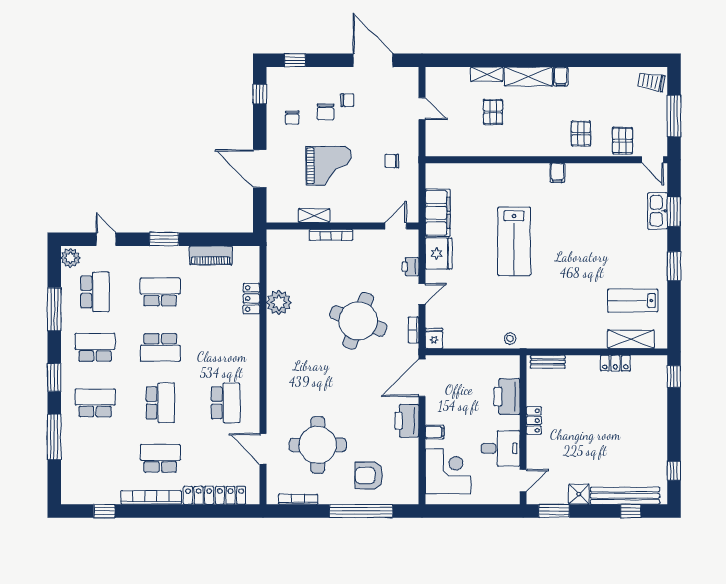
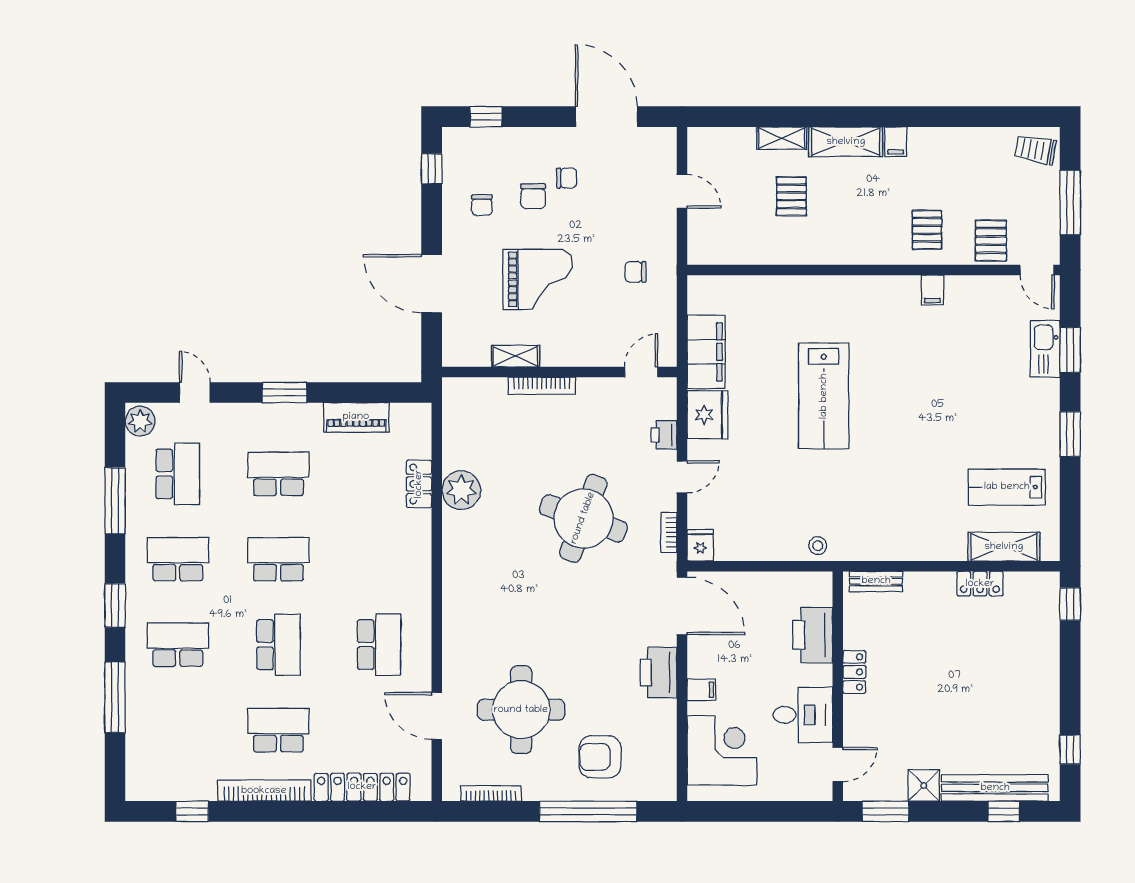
filing cabinet: (557, 173) -> (932, 290), moved
school desk: (160, 347) -> (278, 559), turned 180
door: (422, 378) -> (682, 606), swing flipped

